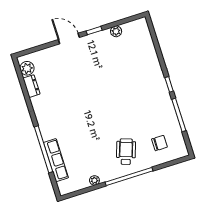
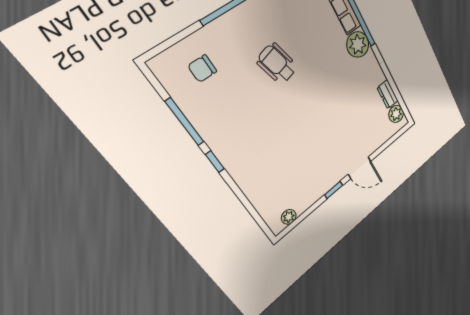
plant: (116, 31) -> (289, 217), moved
plant: (49, 130) -> (358, 44), added
wheelchair: (126, 152) -> (277, 64), moved, turned 146

